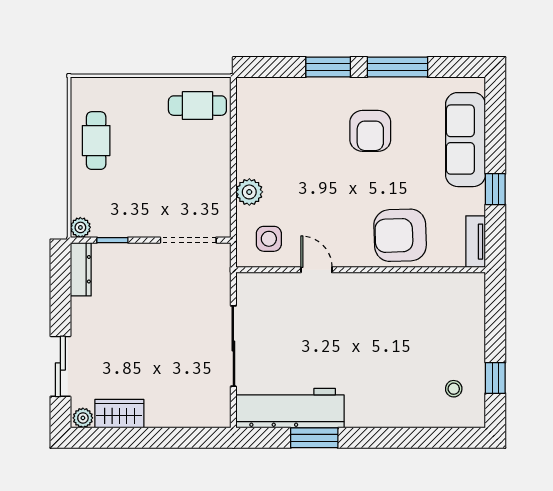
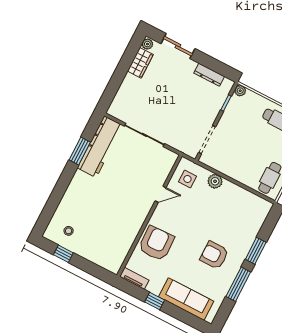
dresser: (81, 269) -> (209, 75), moved

